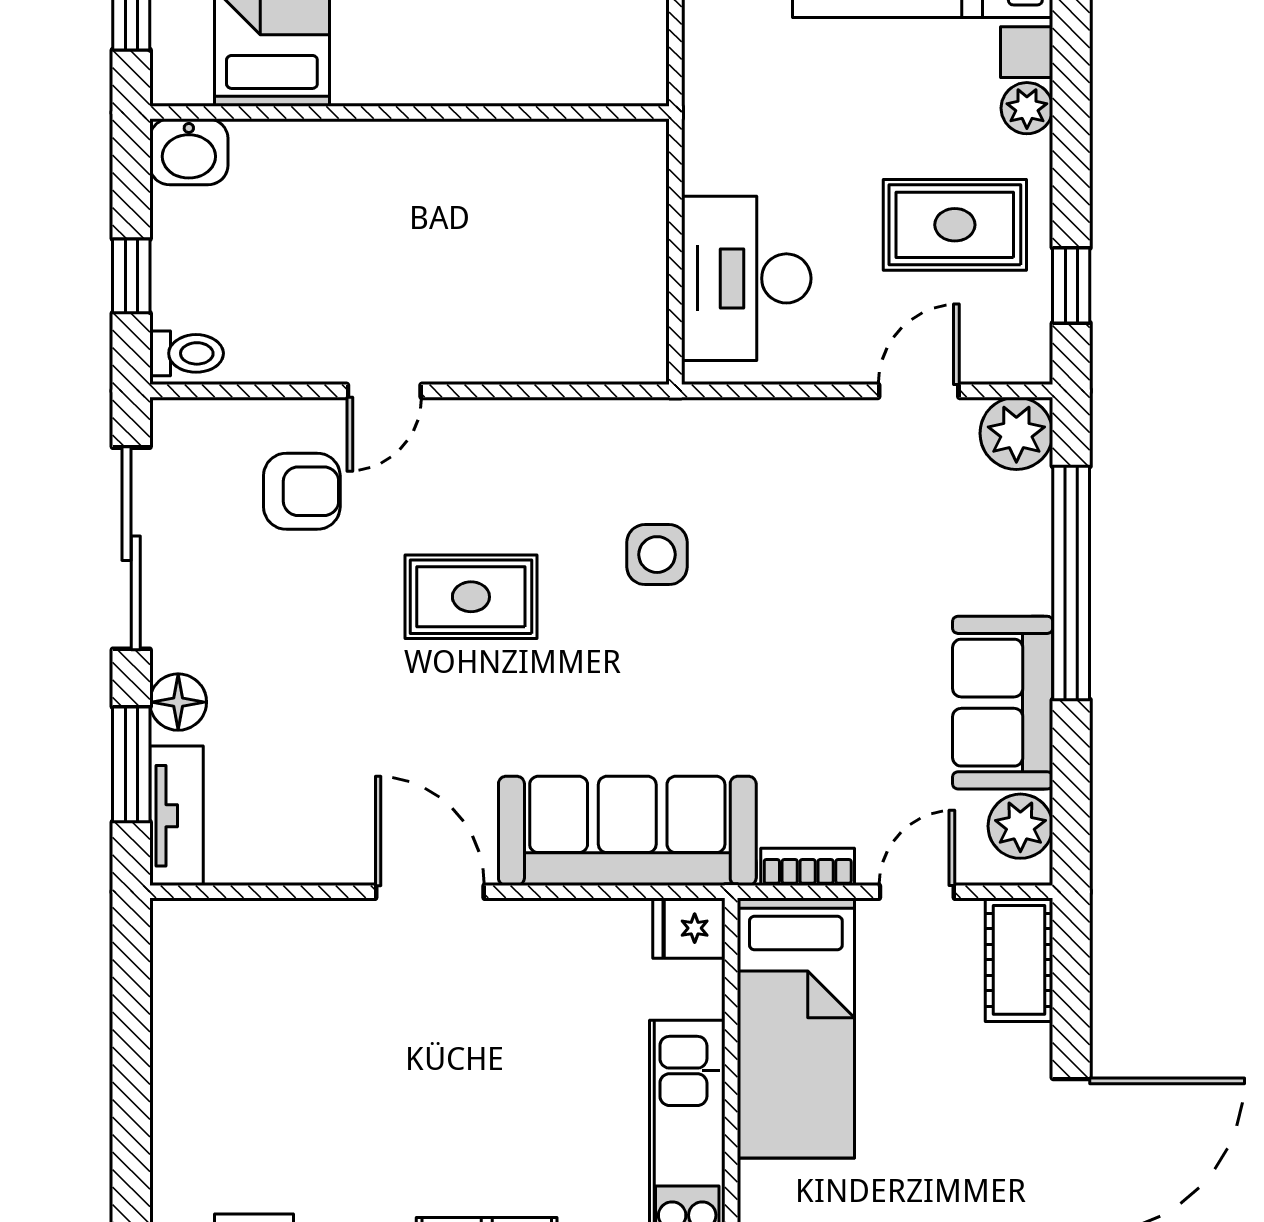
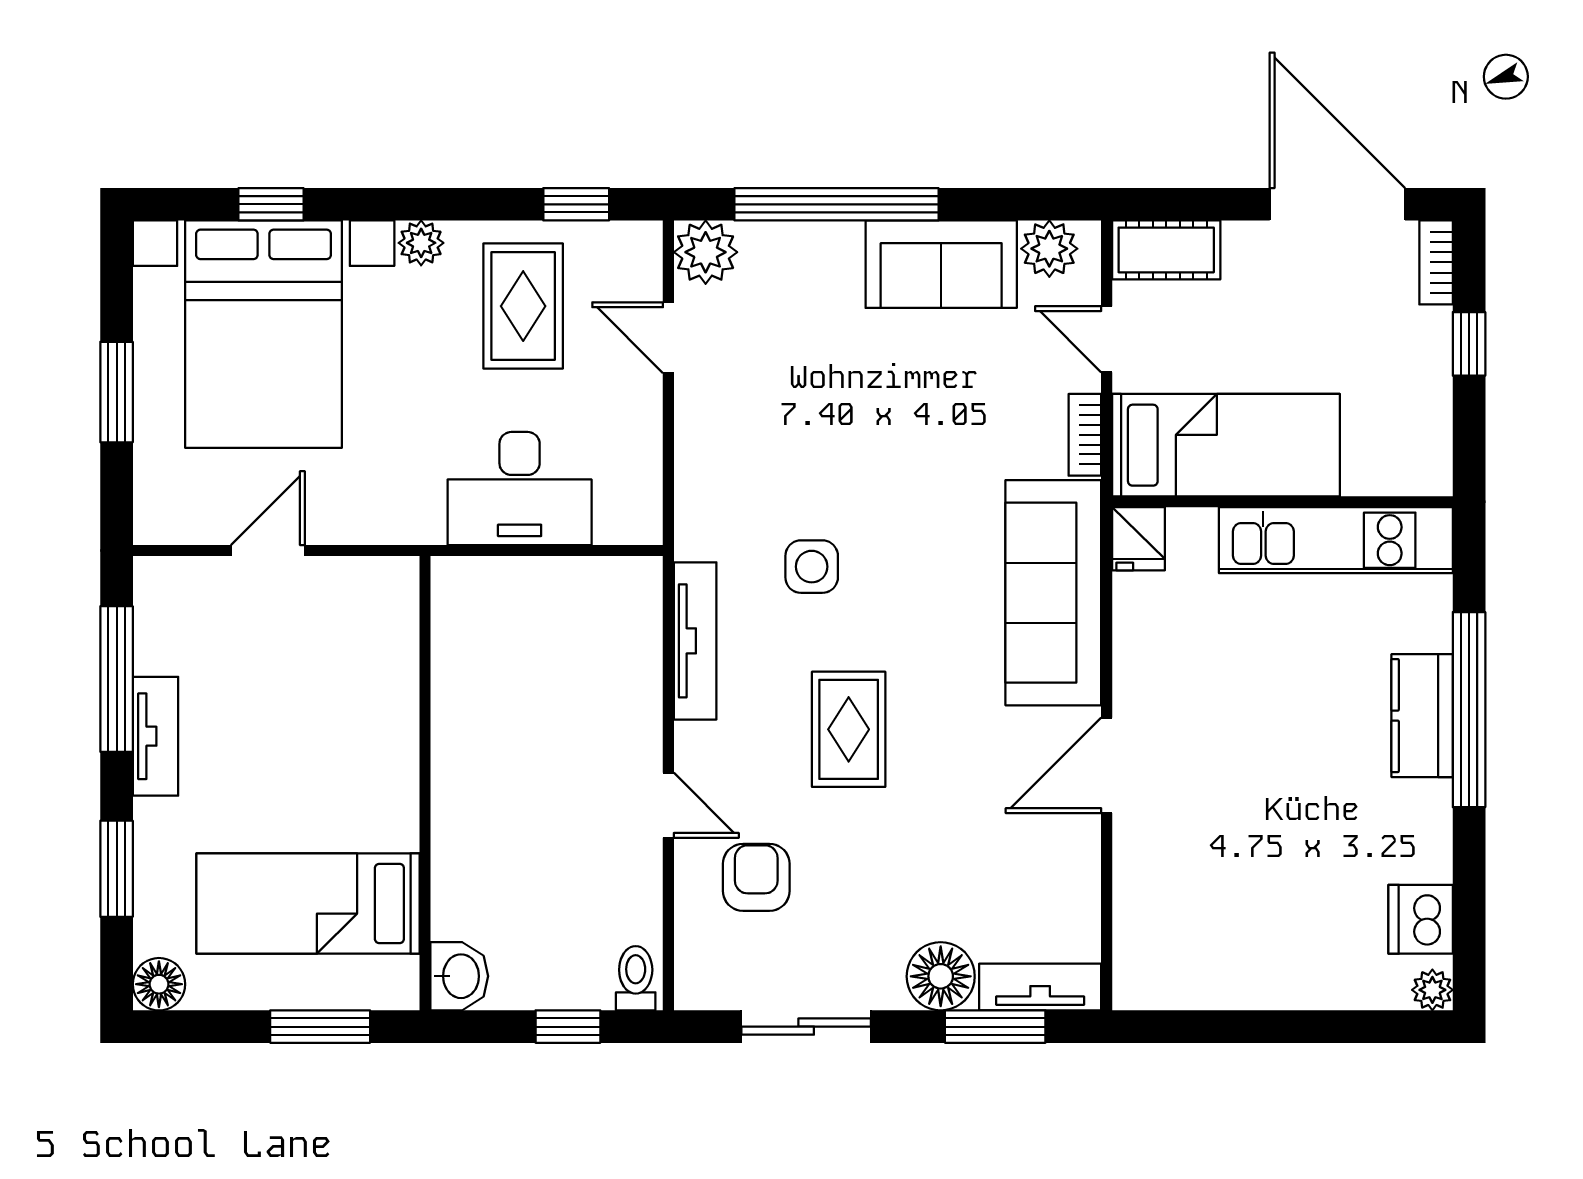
desk: (746, 278) -> (520, 489), moved
tv unit: (572, 421) -> (695, 641), added
sliding door: (131, 548) -> (806, 1027), width x0.73
floor lamp: (178, 702) -> (941, 976), width x1.38, depth x1.38

